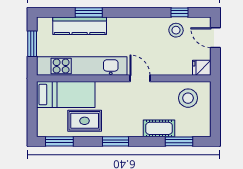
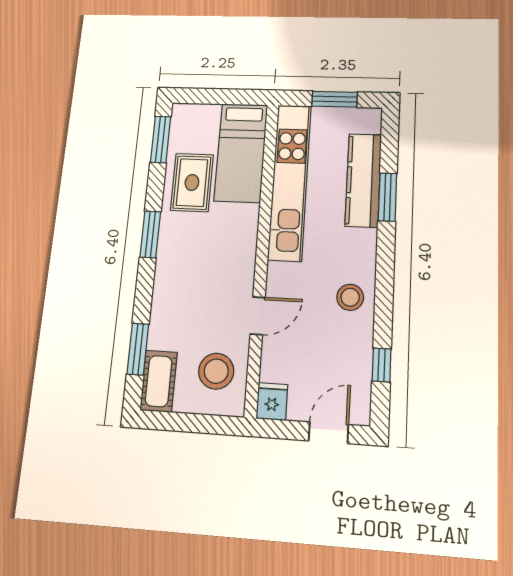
stool: (176, 30) -> (350, 297), moved
door: (140, 78) -> (258, 316), moved
cot: (159, 128) -> (159, 381), moved

